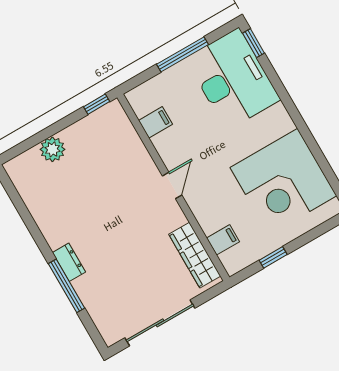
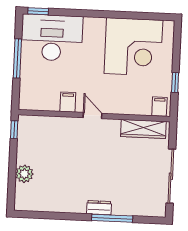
filing cabinet: (155, 122) -> (68, 102), moved
filing cabinet: (223, 240) -> (159, 107), moved

